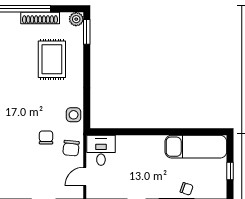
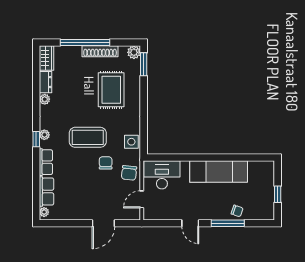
coffee table: (27, 110) -> (88, 137), added
exam couch: (196, 147) -> (219, 171), moved
desk: (101, 150) -> (162, 175), width x1.37

